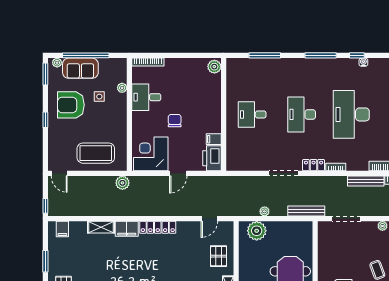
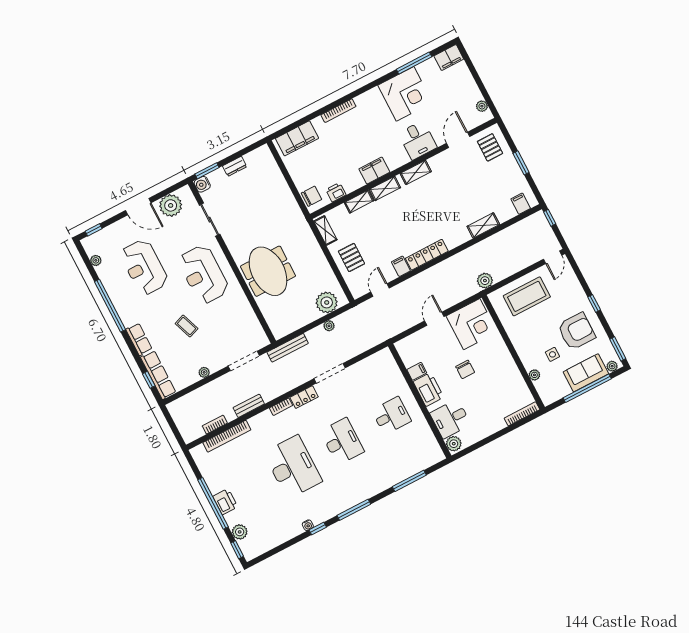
desk: (146, 97) -> (450, 419), moved, turned 180
printer: (212, 158) -> (428, 389), moved
door: (59, 173) -> (553, 257), swing flipped
bench: (366, 181) -> (249, 406), width x0.73
filing cabinet: (127, 229) -> (401, 266), moved, width x0.50

